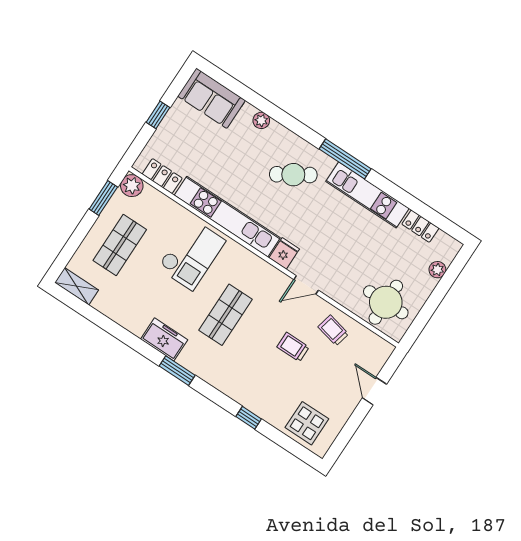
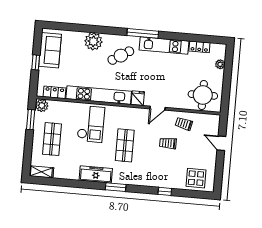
sofa: (212, 98) -> (50, 50), moved, turned -90
plant: (261, 120) -> (93, 41), width x1.88, depth x1.88
freezer: (164, 339) -> (96, 174), width x1.40

